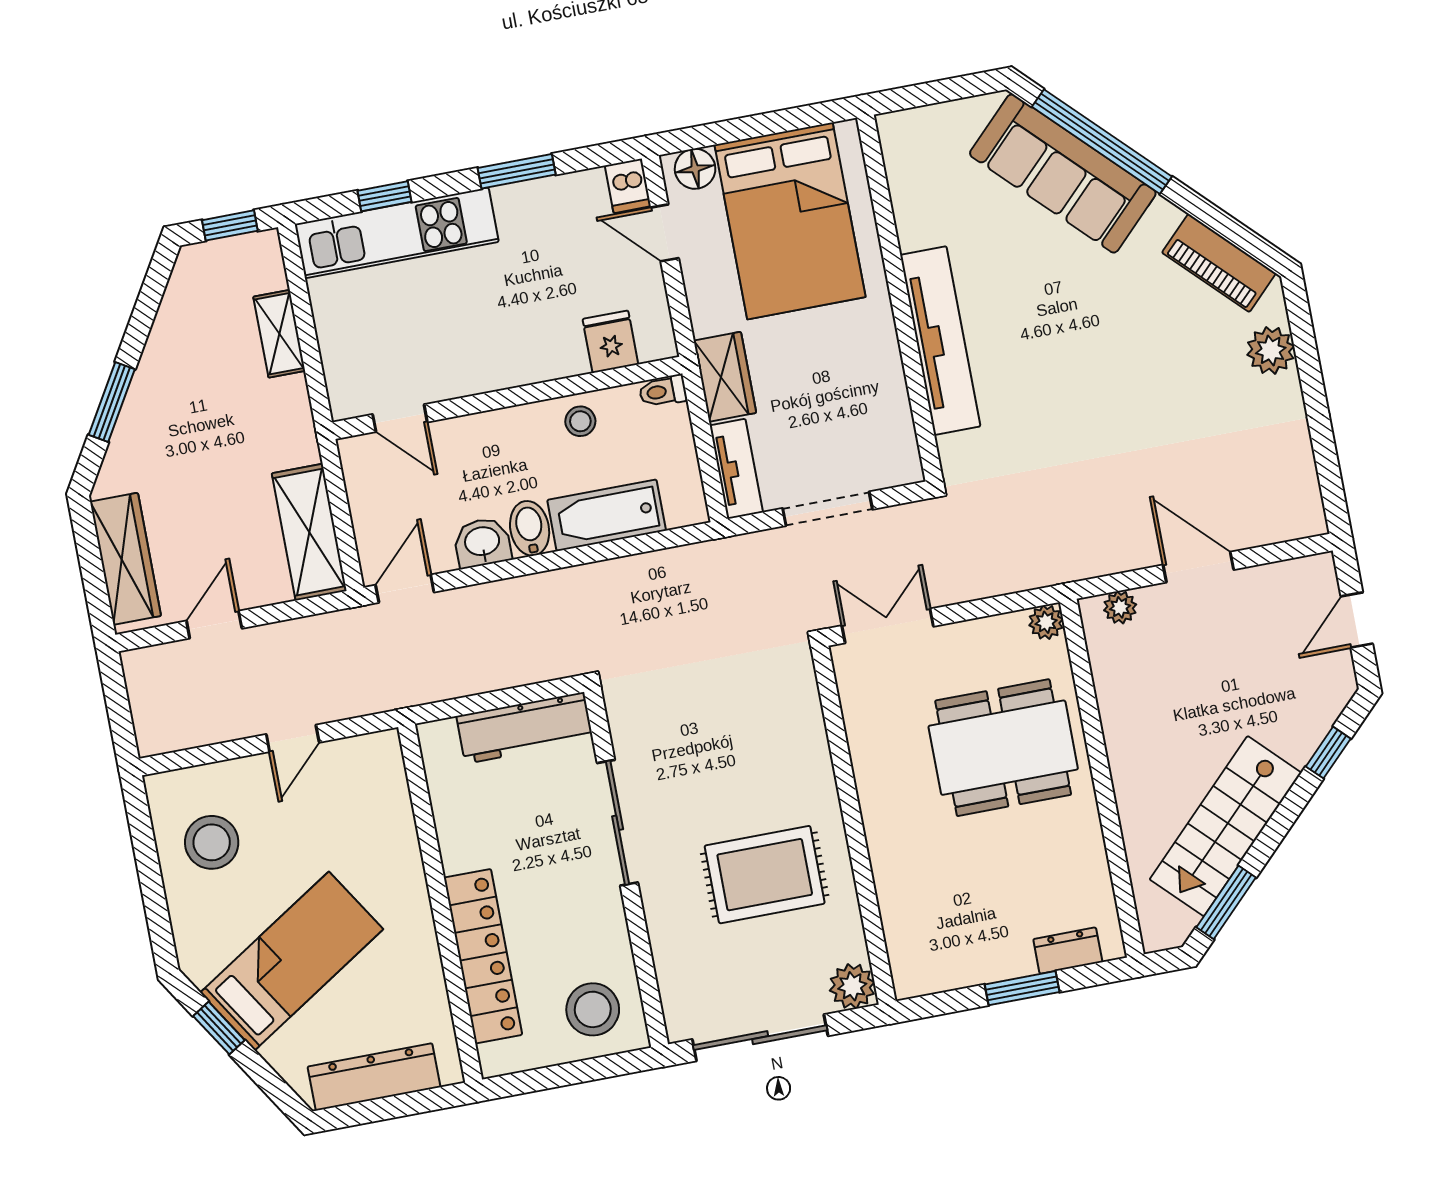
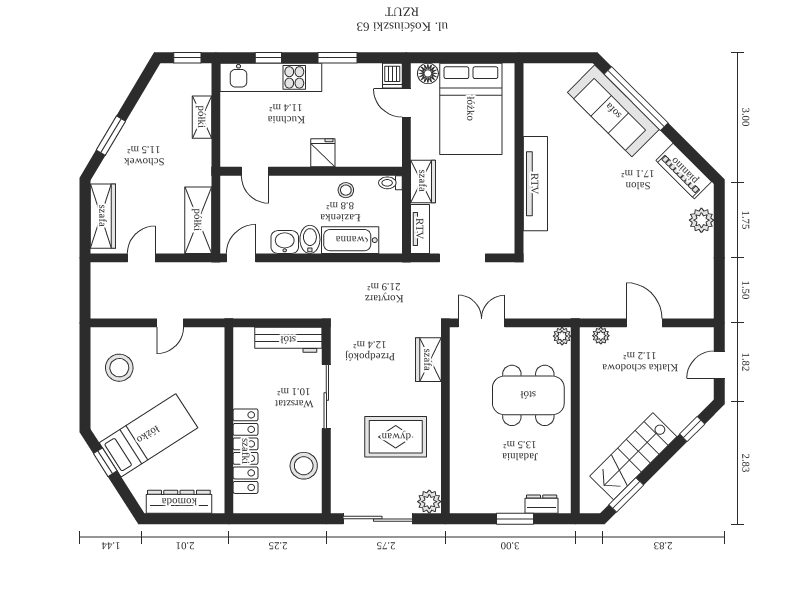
fridge: (610, 342) -> (323, 153), moved
wardrobe: (799, 715) -> (428, 360), added
stool: (593, 1009) -> (304, 466), moved

